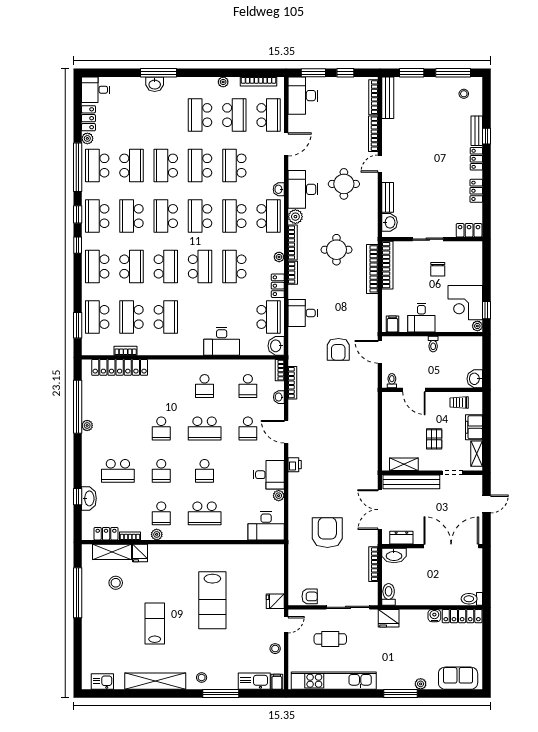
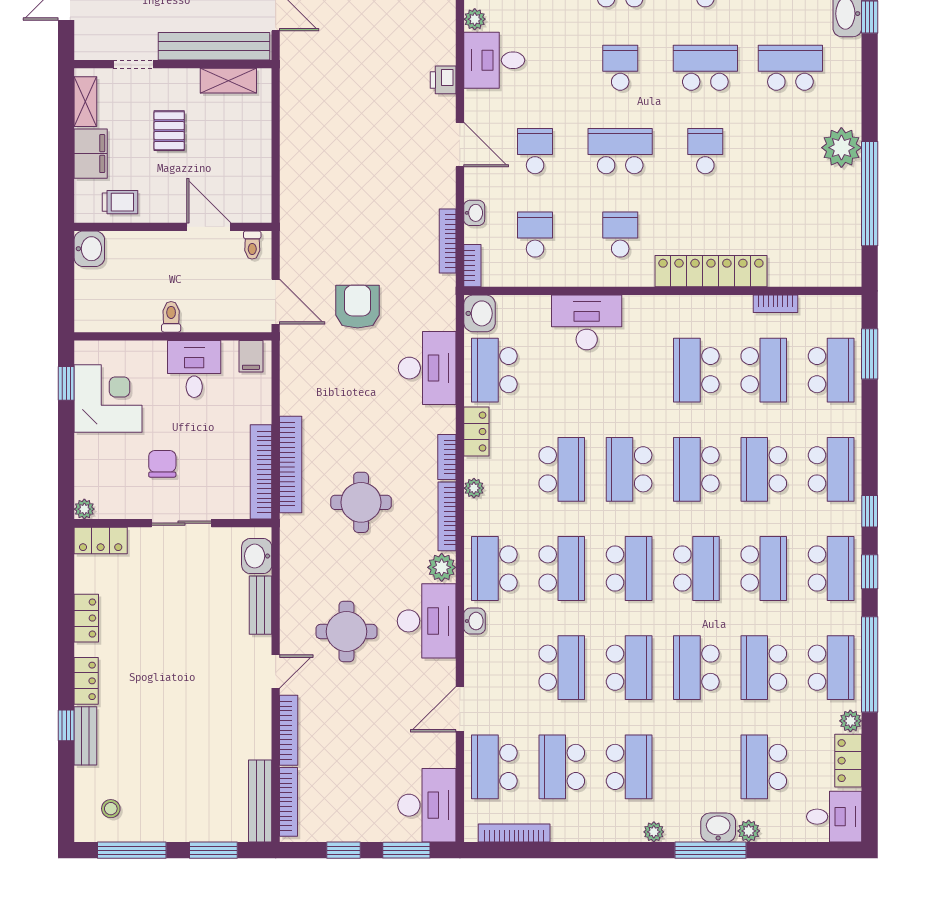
plant: (139, 82) -> (749, 831), added
plant: (223, 82) -> (654, 832), moved
school desk: (131, 115) -> (764, 767), added
school desk: (166, 166) -> (696, 668), turned 180
desk: (303, 313) -> (427, 368), width x1.37
plant: (477, 326) -> (84, 509), moved
locker: (120, 367) -> (711, 271), moved
plant: (87, 425) -> (841, 148), width x1.88, depth x1.88
school desk: (161, 471) -> (705, 68), width x1.85

